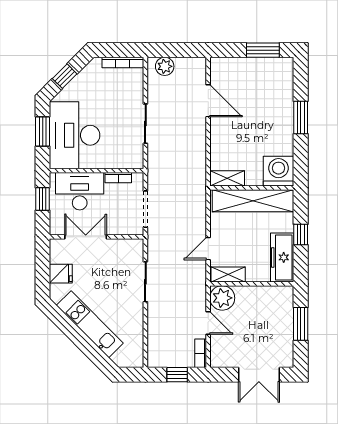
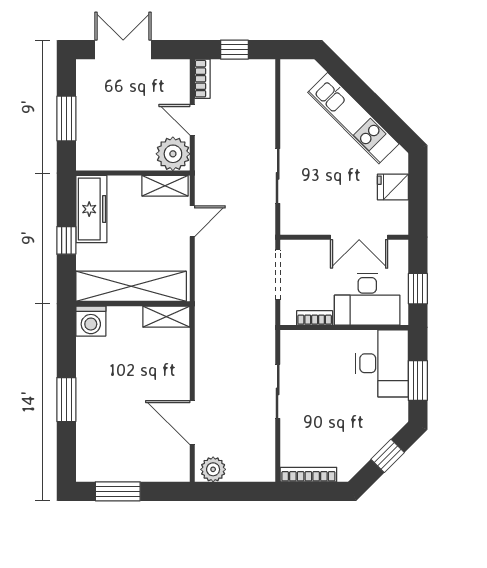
plant: (165, 66) -> (213, 469), moved
desk: (75, 135) -> (382, 363), width x0.73, depth x0.77
washing machine: (279, 171) -> (91, 321), width x0.73, depth x0.73

